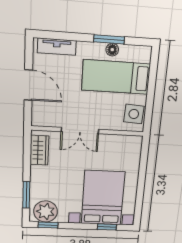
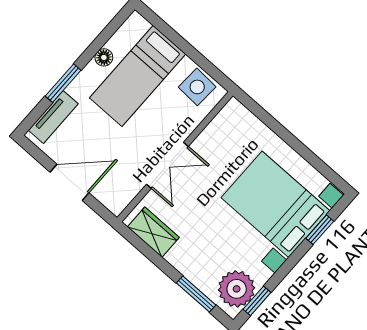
window: (109, 39) -> (63, 83), moved

